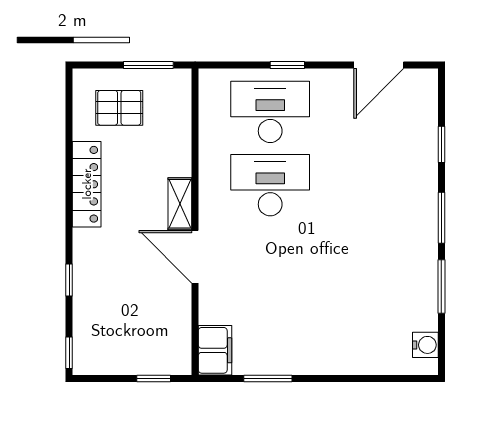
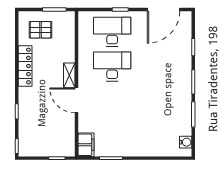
door: (379, 65) -> (164, 9), width x1.36

